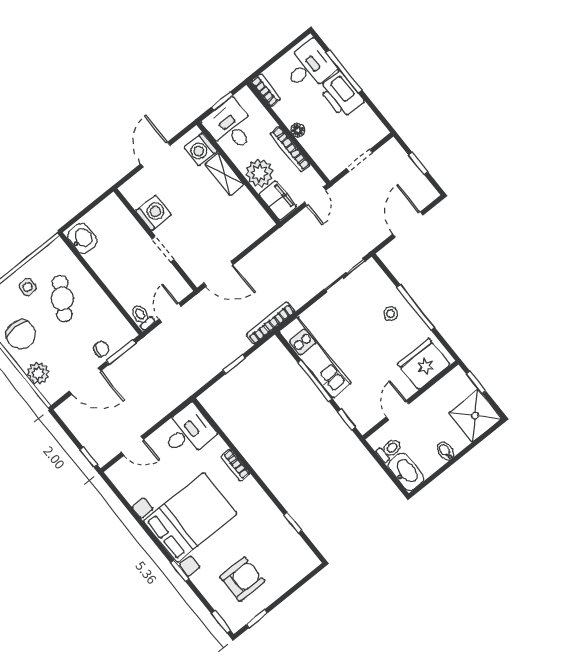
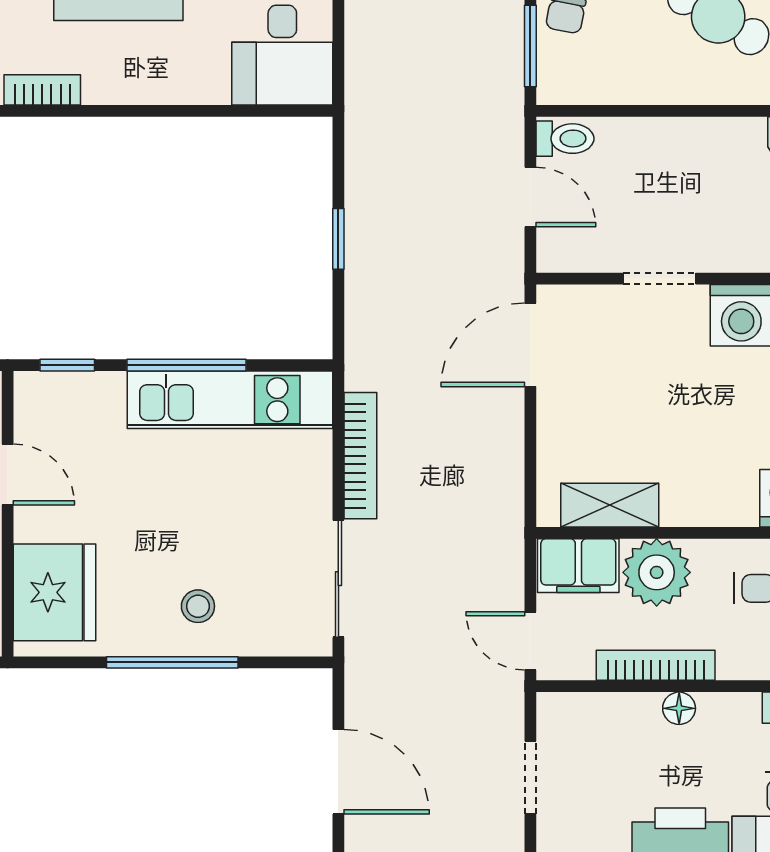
shelving: (224, 174) -> (610, 505), moved
bookcase: (271, 323) -> (360, 456), moved
bookcase: (235, 465) -> (42, 90), moved

